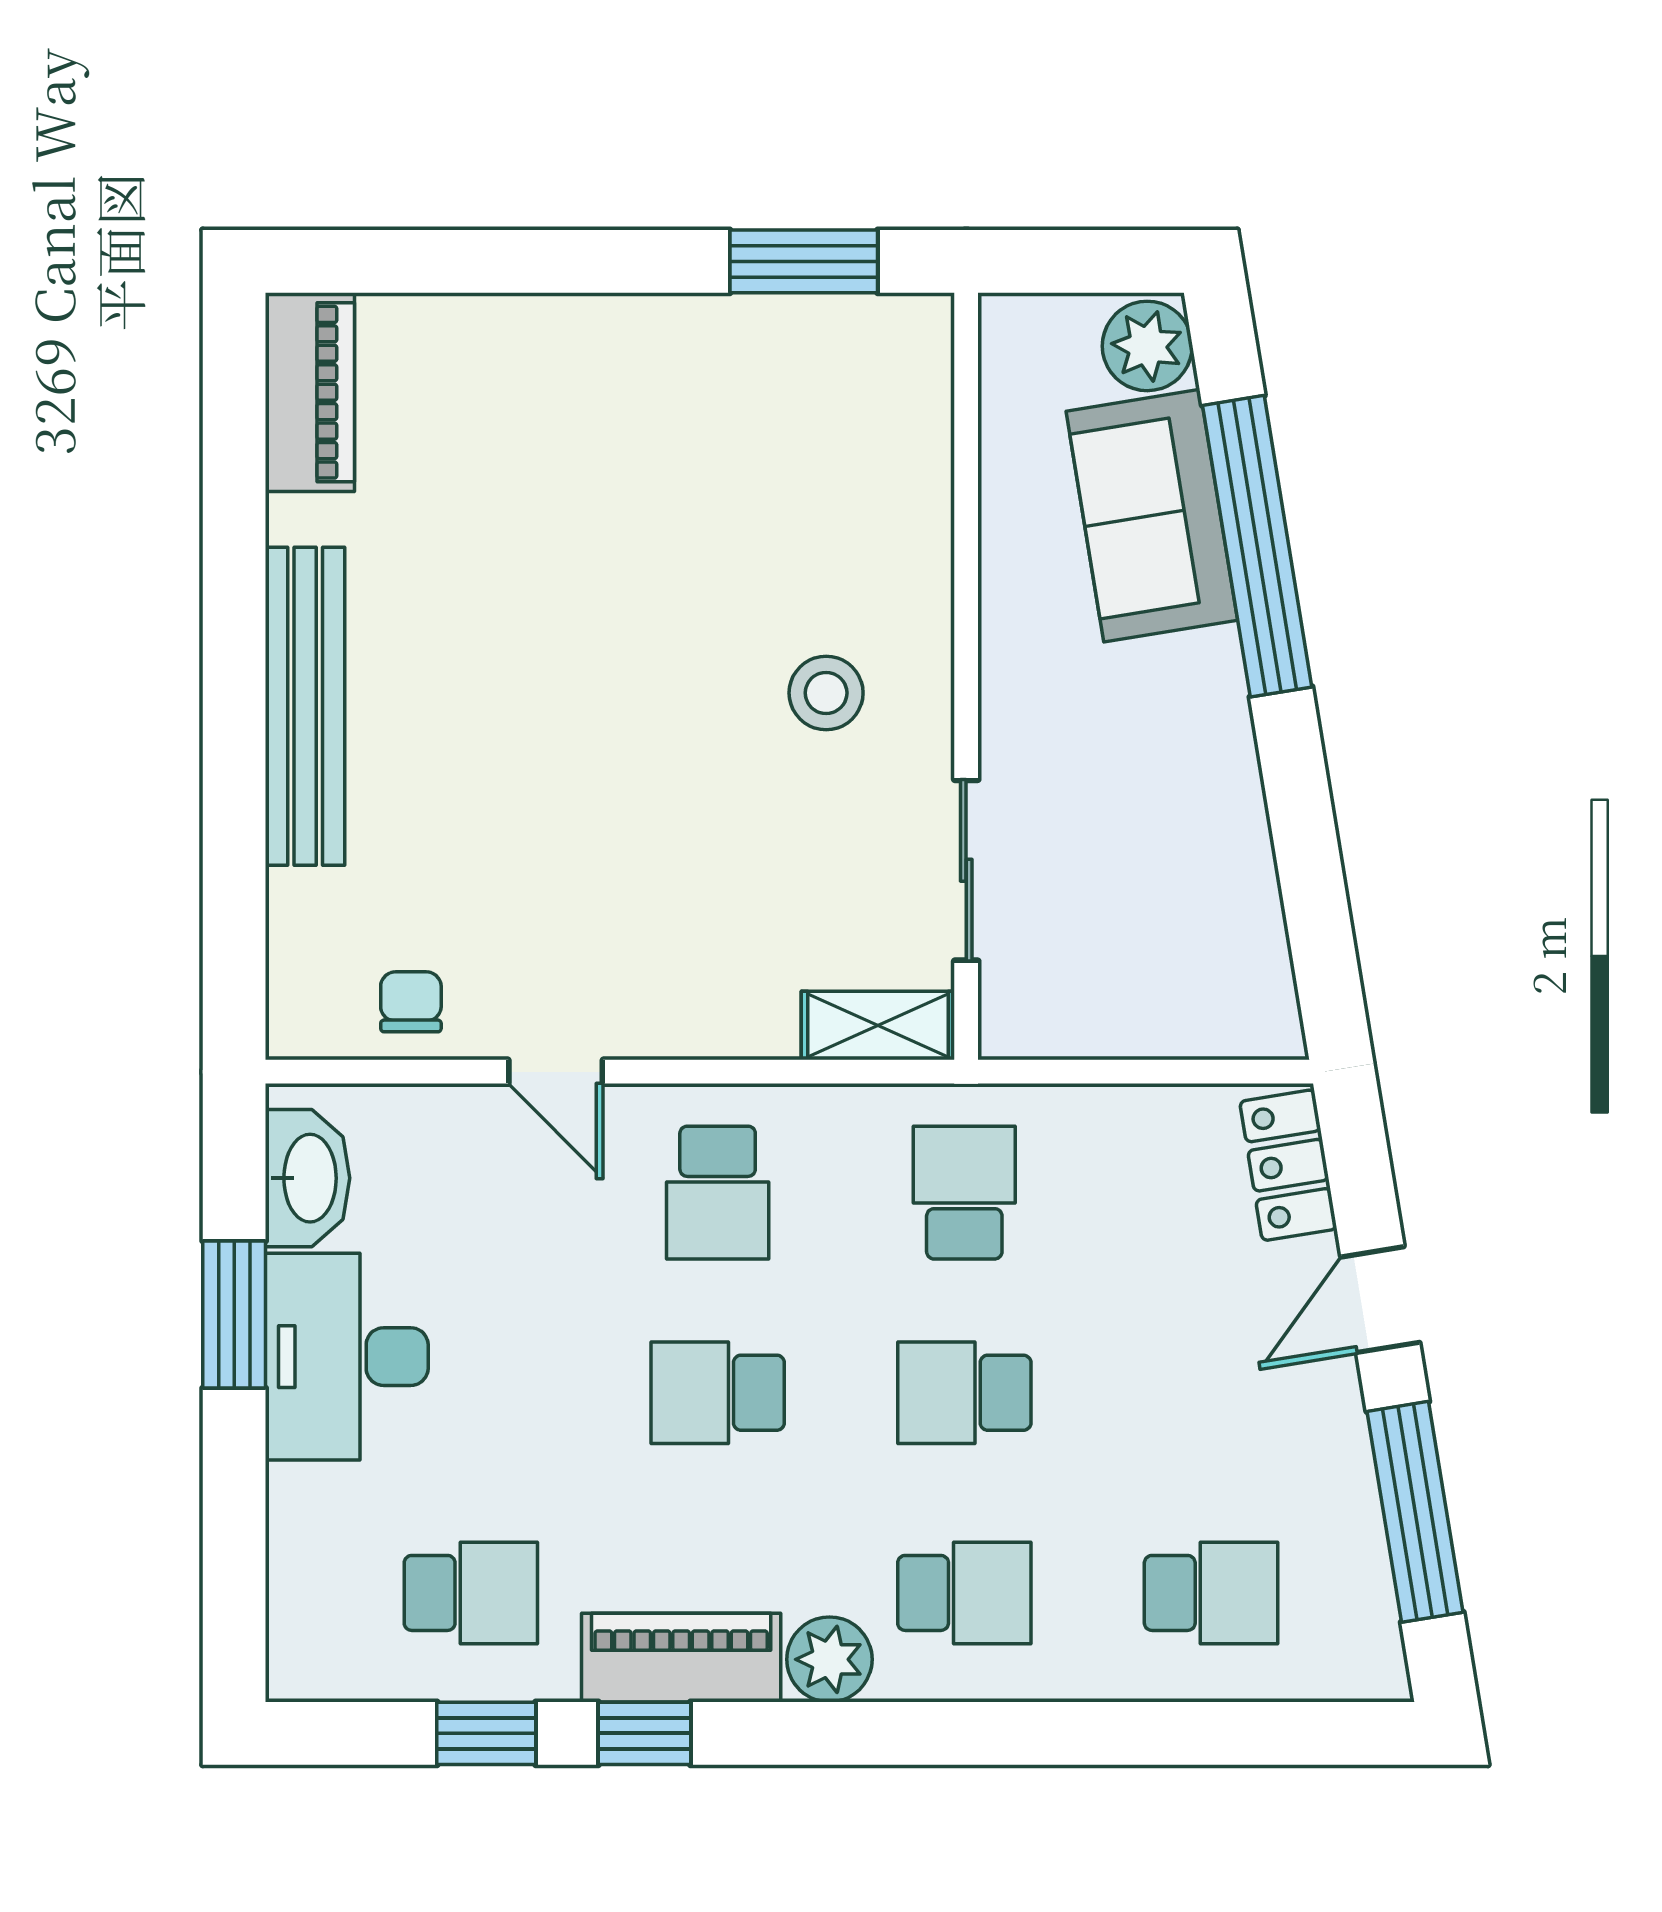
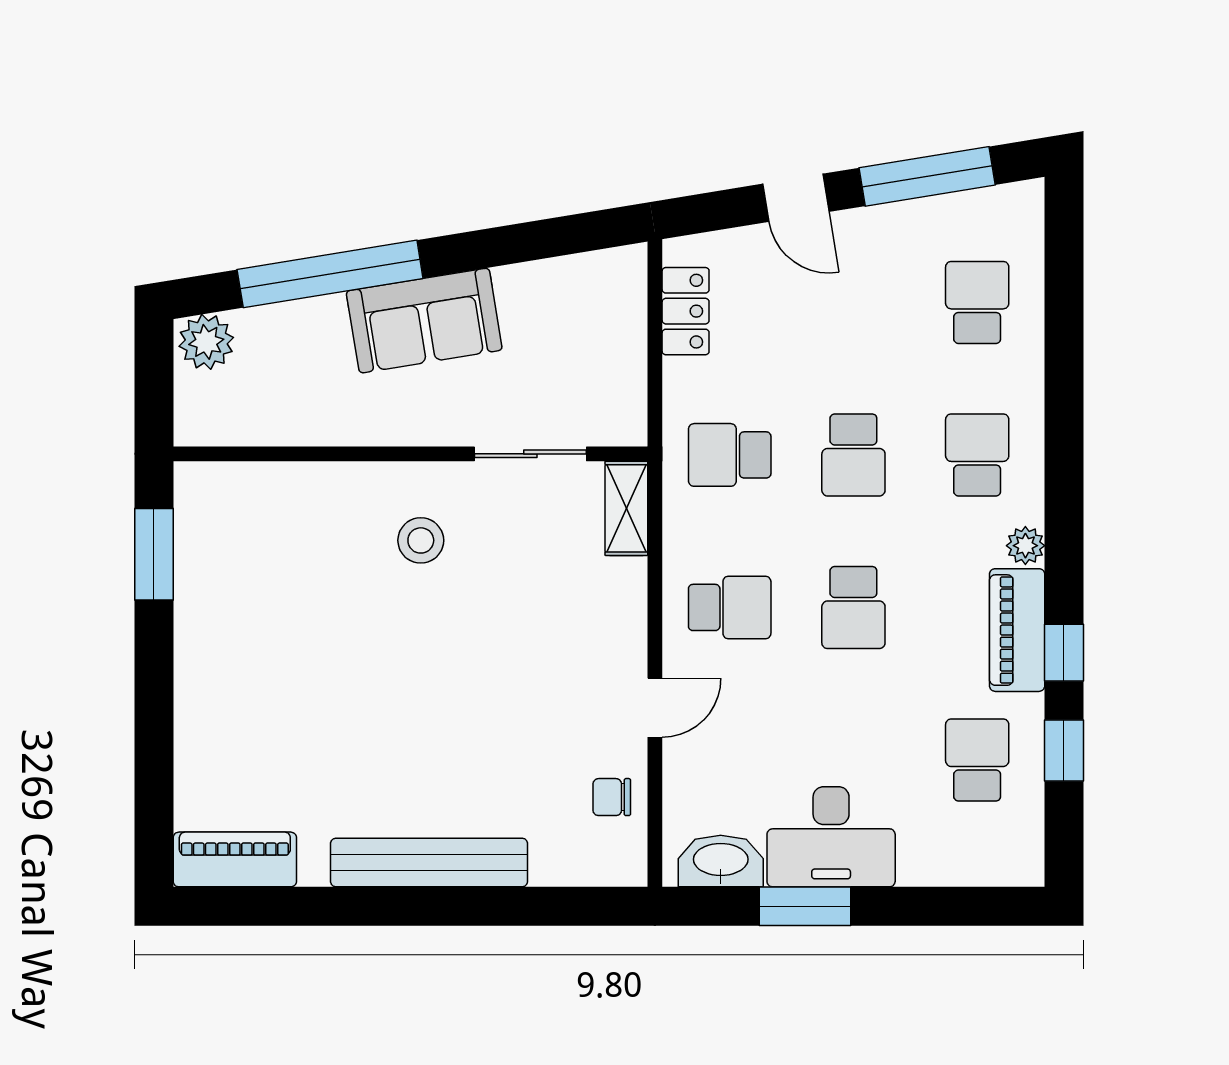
sofa: (1152, 516) -> (424, 321), moved
locker: (1288, 1165) -> (686, 311), moved, turned -81
plant: (829, 1659) -> (1025, 546), width x0.73, depth x0.73

